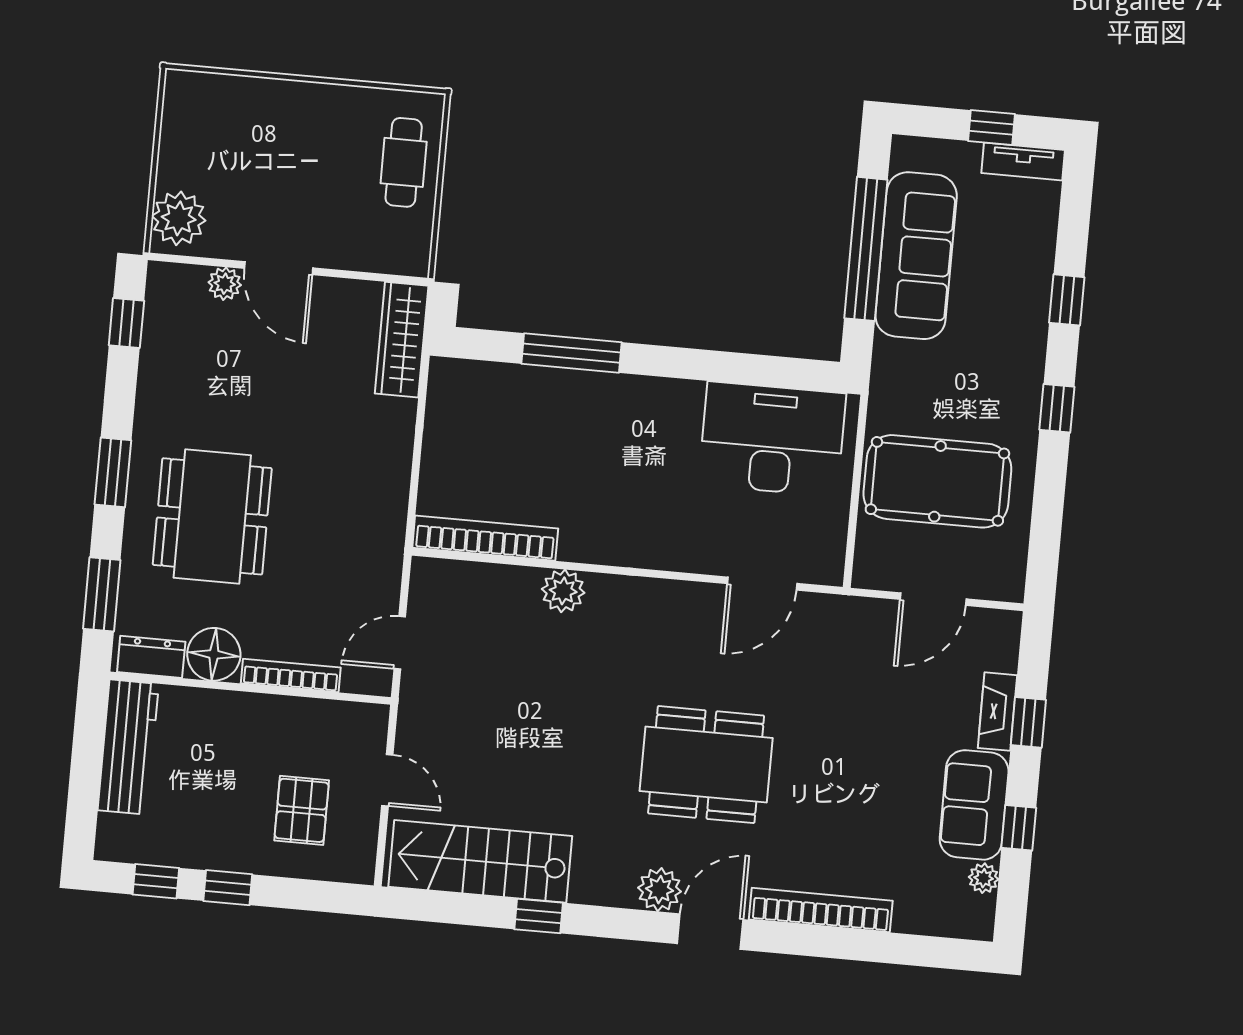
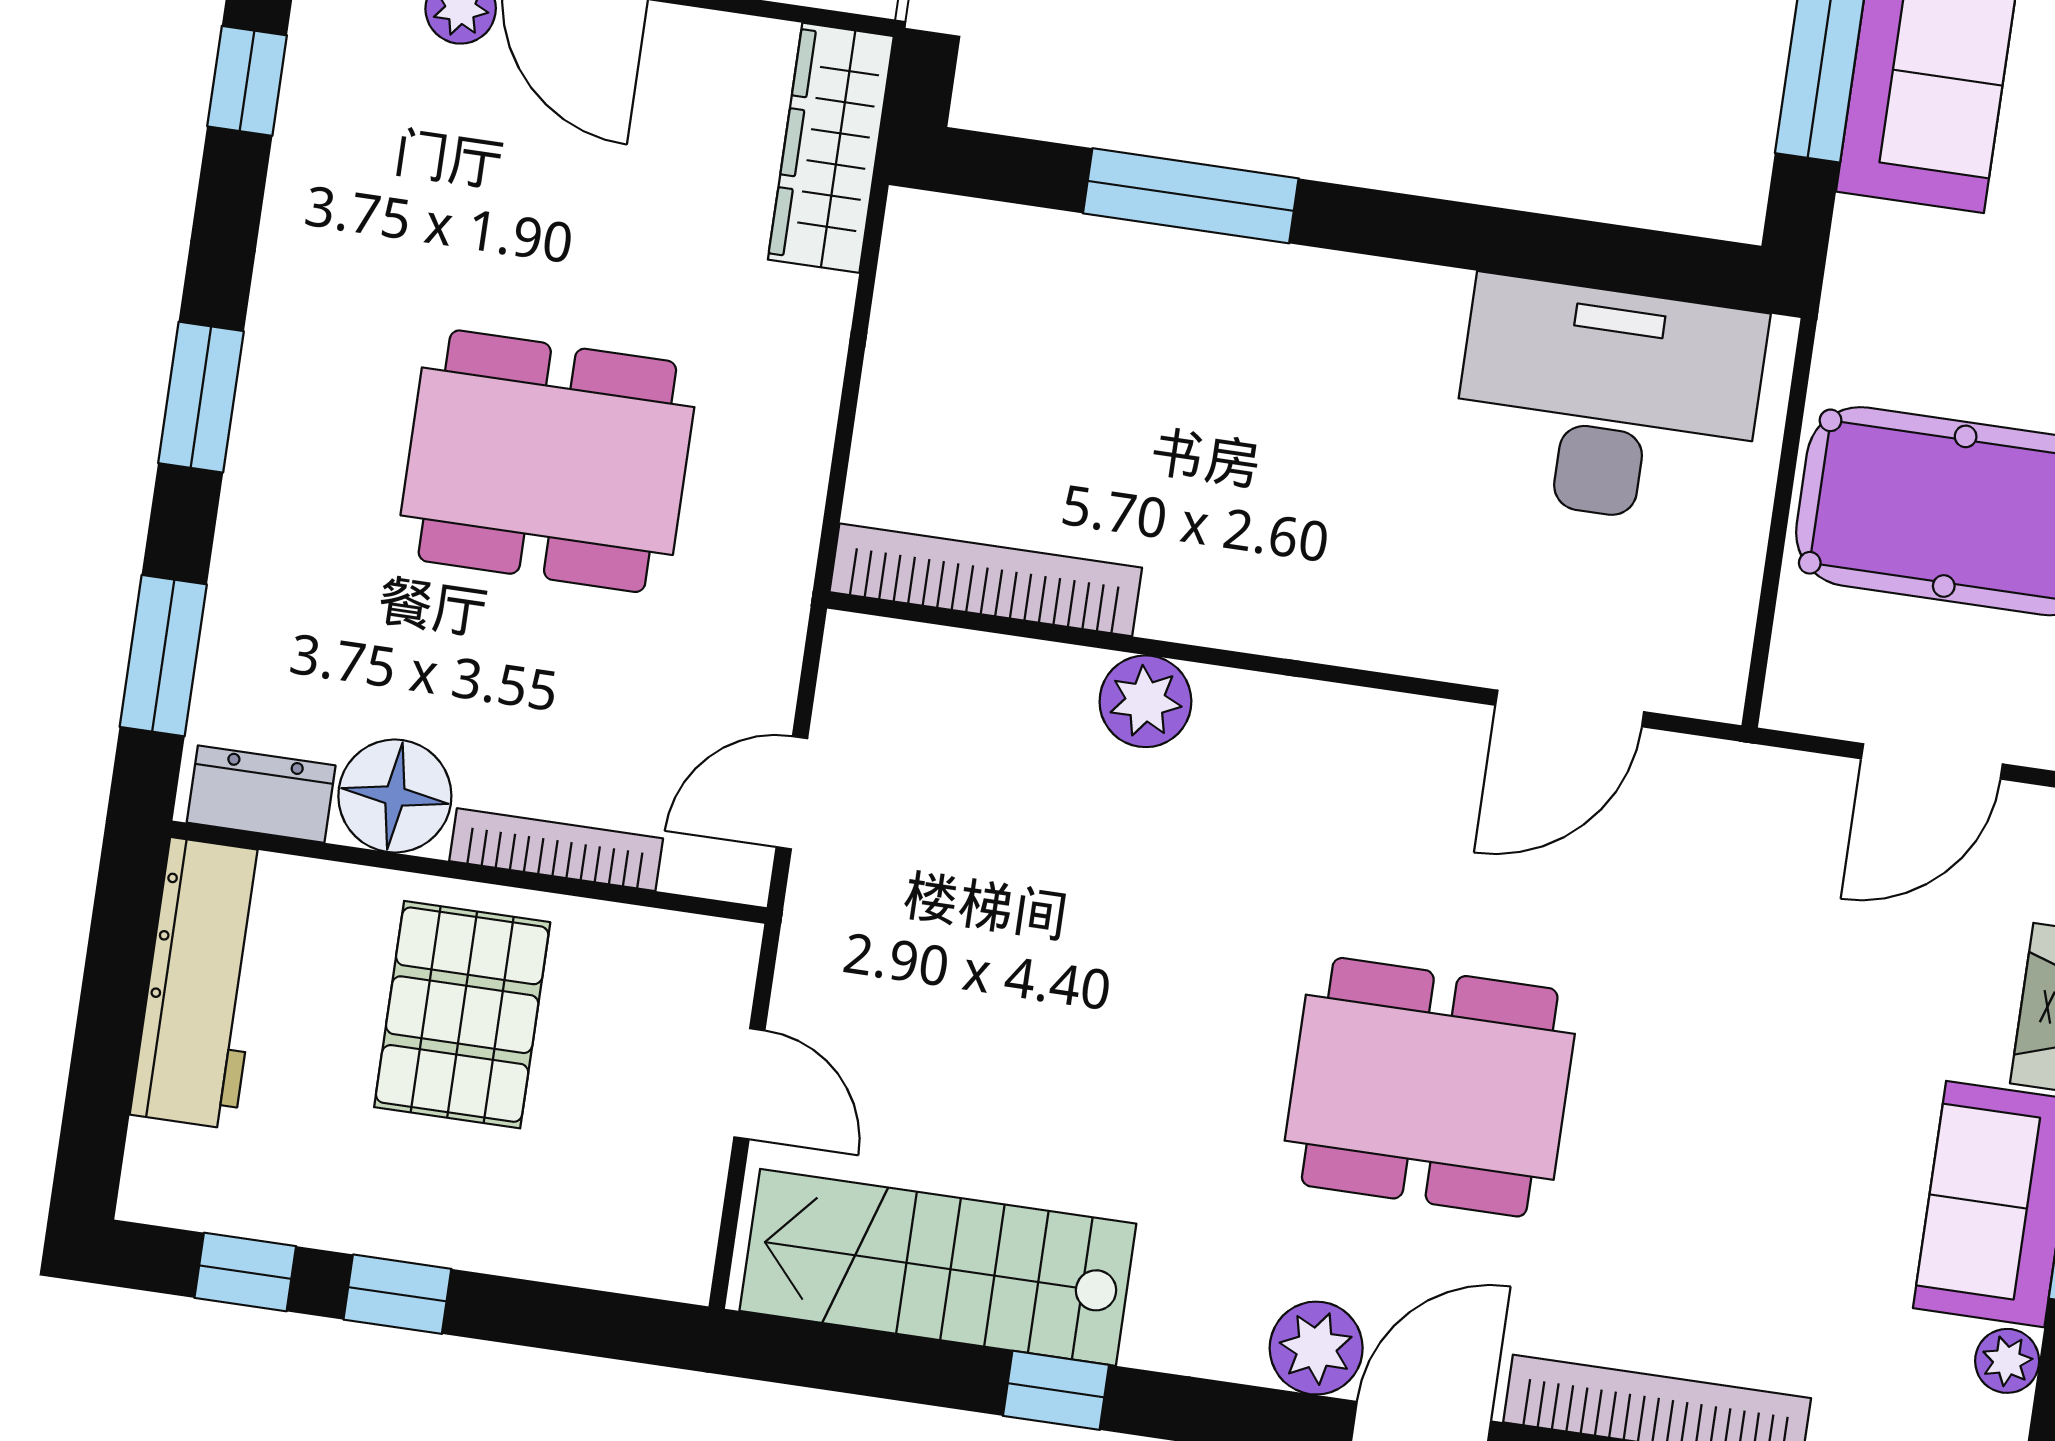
dining table: (212, 516) -> (547, 461), moved, turned 90
pallet: (302, 810) -> (462, 1015), moved, width x1.50, depth x1.42

